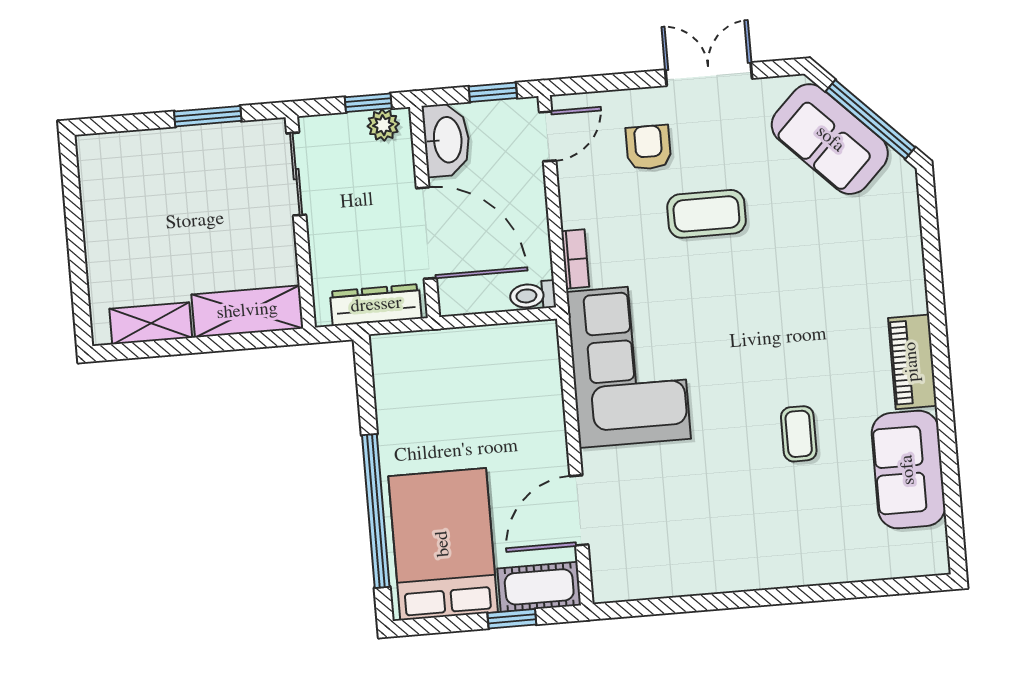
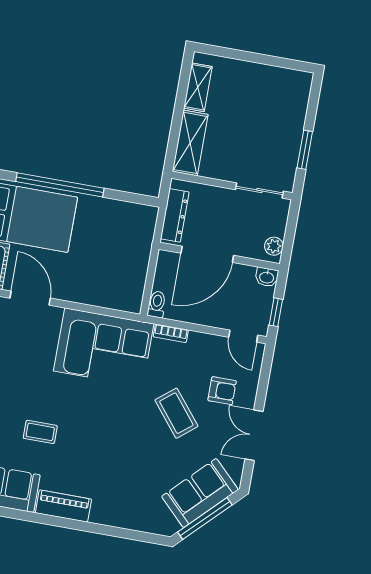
double door: (709, 74) -> (254, 435), swing flipped
window: (368, 103) -> (289, 241), removed
washbasin: (446, 140) -> (267, 277), width x0.52, depth x0.69
coffee table: (706, 214) -> (176, 413), turned -39

